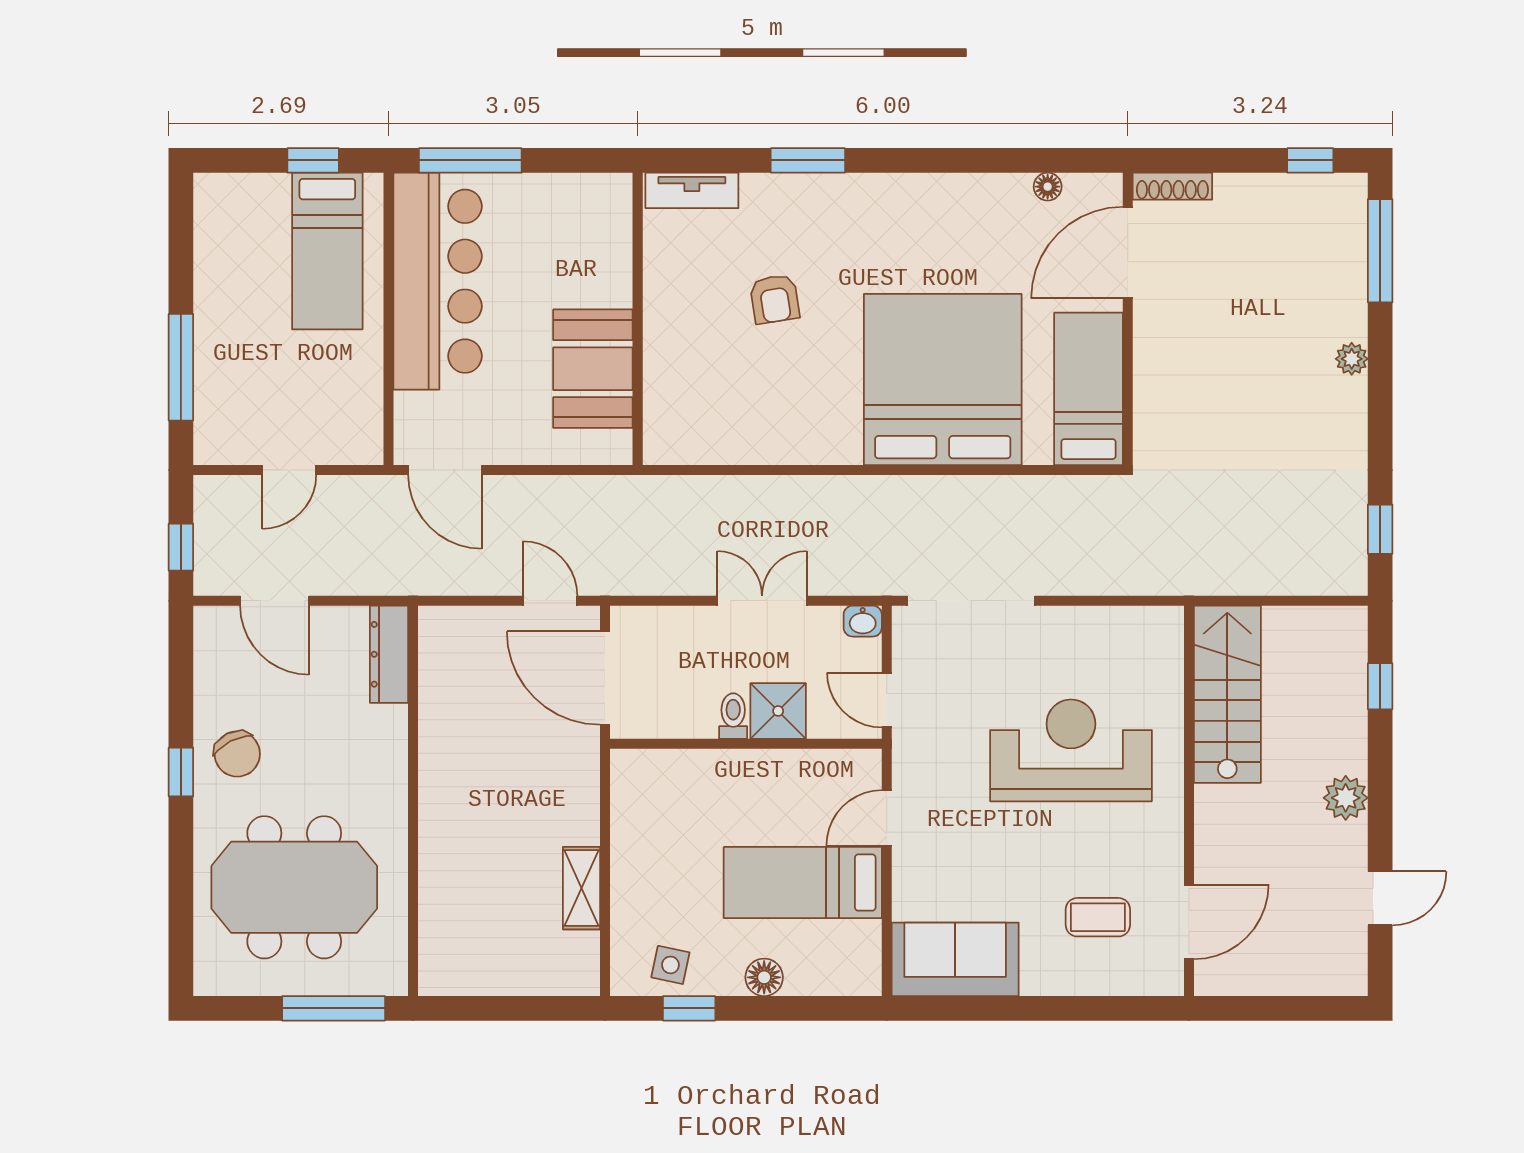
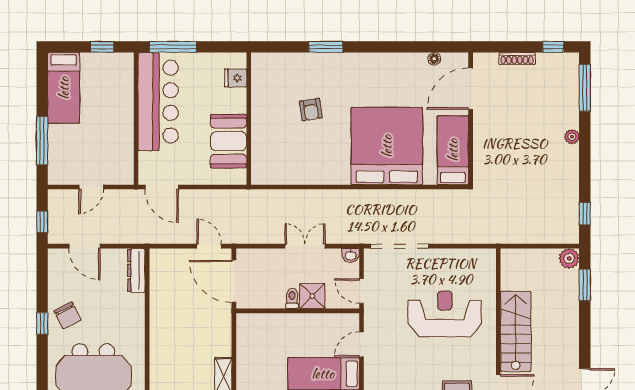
shoe rack: (1172, 186) -> (517, 59), moved
tv unit: (692, 190) -> (273, 60), removed
fridge: (609, 229) -> (236, 78), added
bed: (327, 251) -> (64, 88), moved
window: (1380, 686) -> (585, 285), width x1.50
stairs: (1227, 694) -> (516, 332), moved
plant: (1346, 798) -> (569, 258), moved

